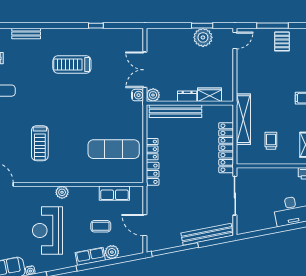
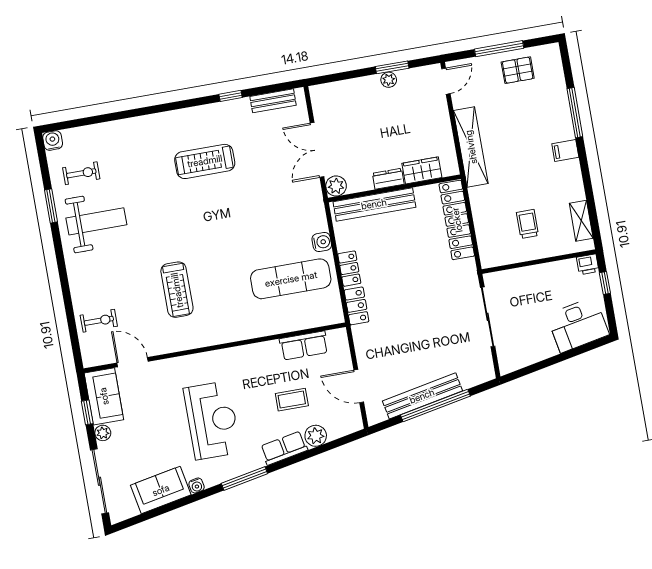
bench: (26, 34) -> (273, 101), moved
plant: (203, 37) -> (389, 80), width x0.53, depth x0.53
pallet: (282, 41) -> (518, 70), turned 90
water cooler: (138, 95) -> (322, 242), moved
shelving: (243, 119) -> (471, 147), moved
locker: (226, 148) -> (457, 220), moved
plant: (62, 192) -> (224, 358), removed
reception desk: (48, 231) -> (212, 420), turned 180
bench: (207, 234) -> (422, 396), moved
window: (175, 249) -> (435, 405), moved

